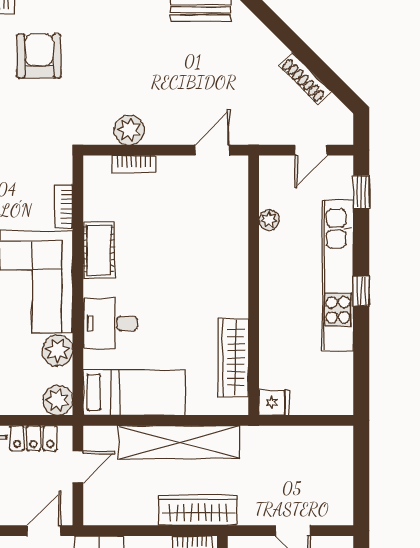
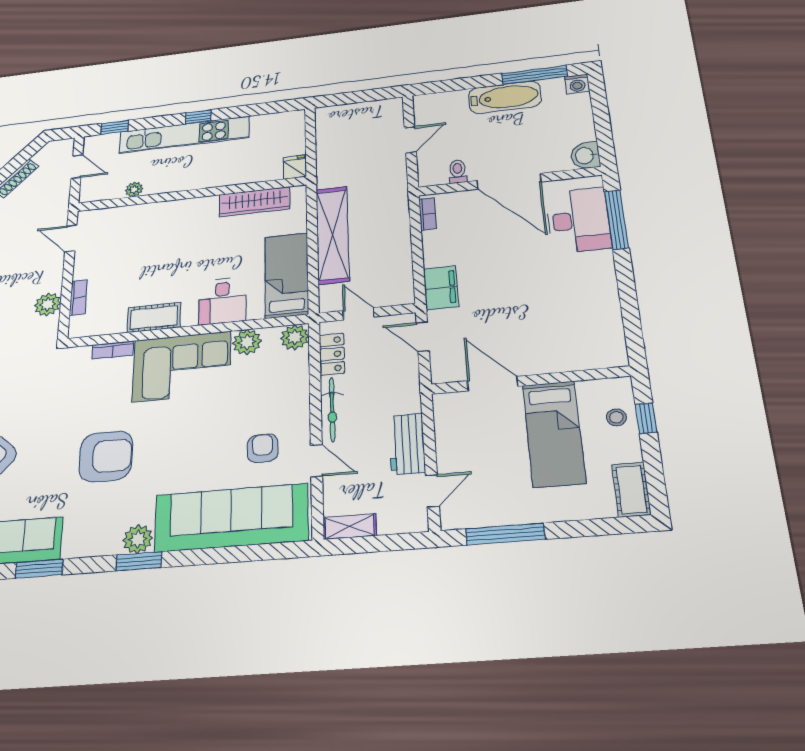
wardrobe: (198, 510) -> (396, 213), removed

